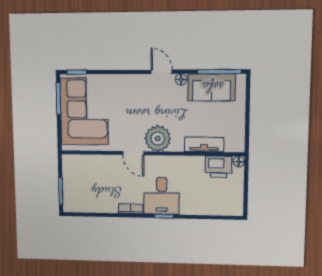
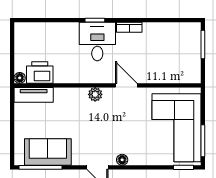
floor lamp: (181, 79) -> (122, 160), moved
plant: (158, 139) -> (95, 94), width x0.53, depth x0.53
tv unit: (204, 145) -> (34, 95), moved

